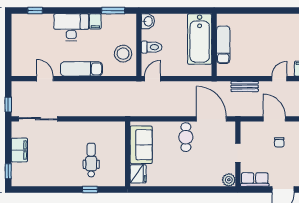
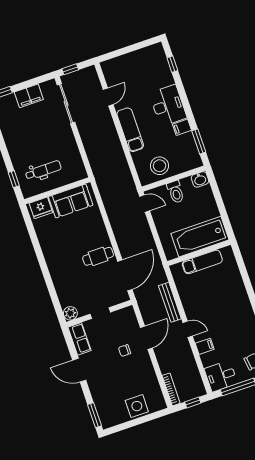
bench: (245, 86) -> (170, 302), width x1.36
sofa: (141, 145) -> (71, 201), moved
wall: (128, 154) -> (57, 191), moved
fridge: (138, 174) -> (41, 208), moved

